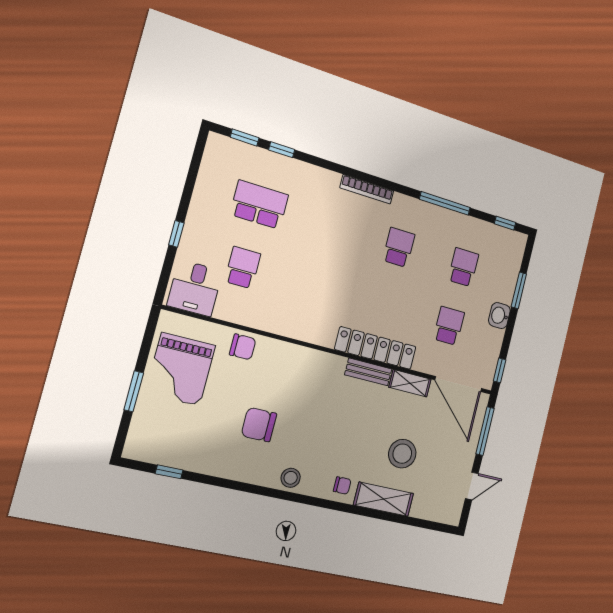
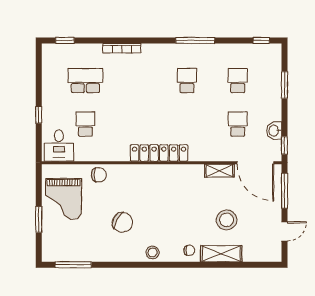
window: (282, 150) -> (90, 40), removed
bookcase: (367, 189) -> (122, 48), moved
window: (445, 203) -> (195, 40), moved
washbasin: (499, 316) -> (274, 131), moved
locker: (376, 348) -> (159, 153), moved
bench: (368, 372) -> (188, 170), removed
chair: (259, 425) -> (122, 222), turned -152
window: (169, 472) -> (73, 265), width x2.17

